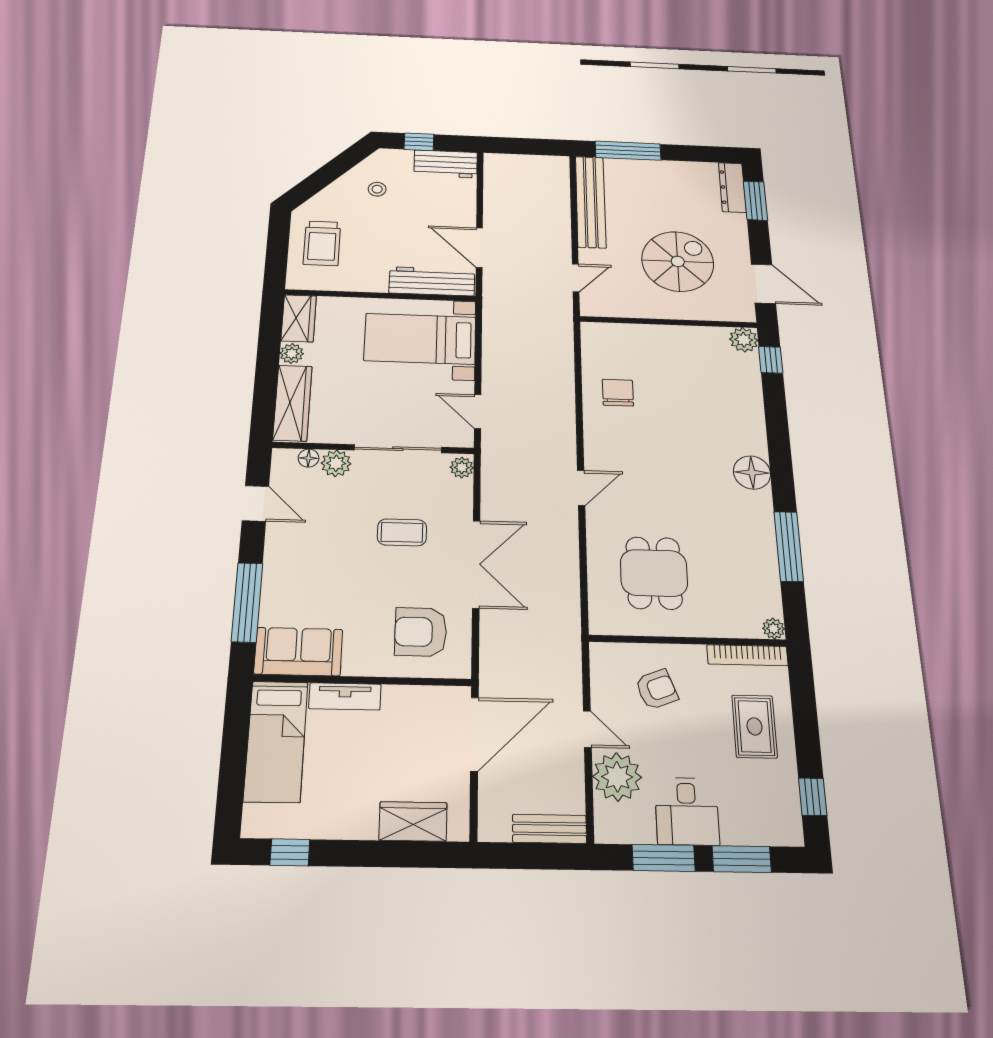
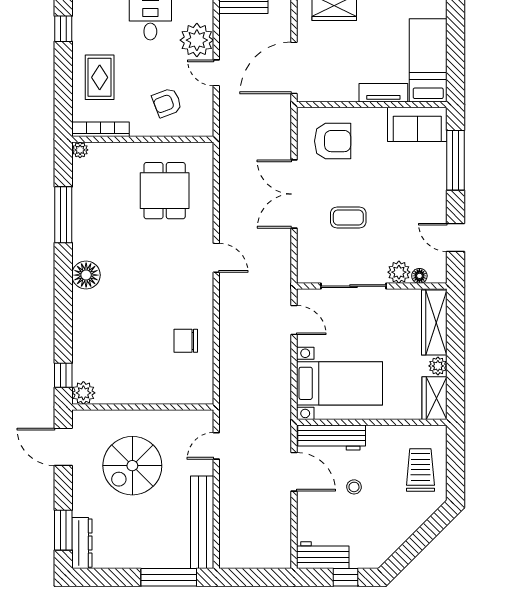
stool: (377, 189) -> (354, 487), moved
chair: (618, 393) -> (186, 341), turned 90
plant: (462, 468) -> (305, 272), removed
door: (581, 488) -> (216, 258), swing flipped

